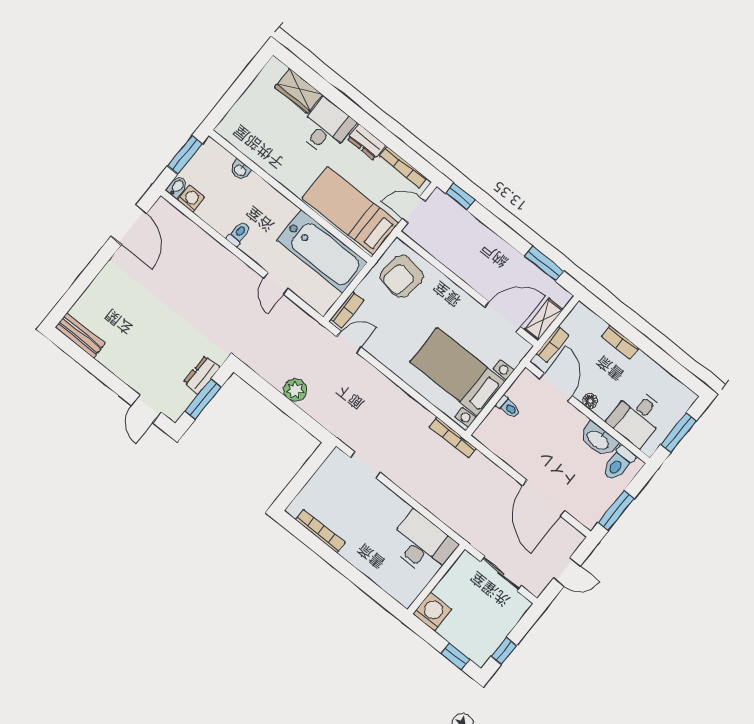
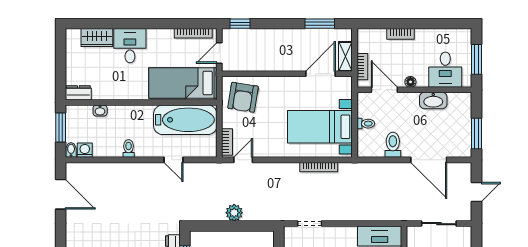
dresser: (366, 142) -> (78, 93), moved, turned 180
bookcase: (453, 438) -> (319, 167), moved
toilet: (619, 463) -> (393, 145), moved, turned 180

